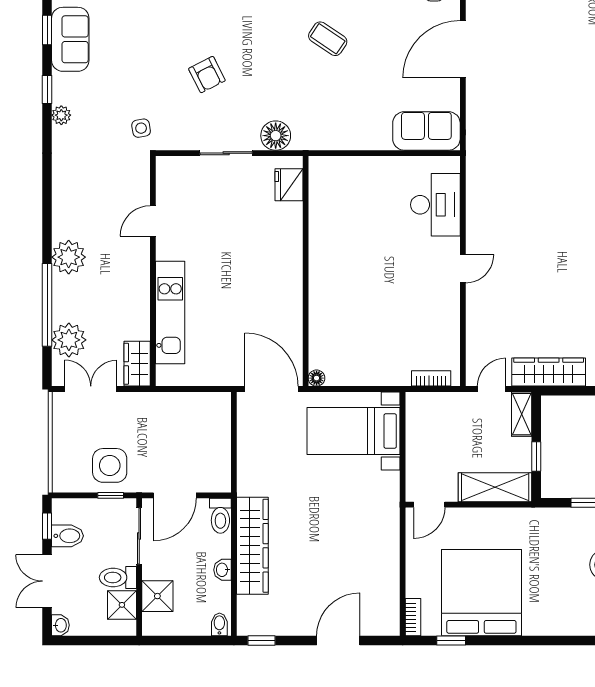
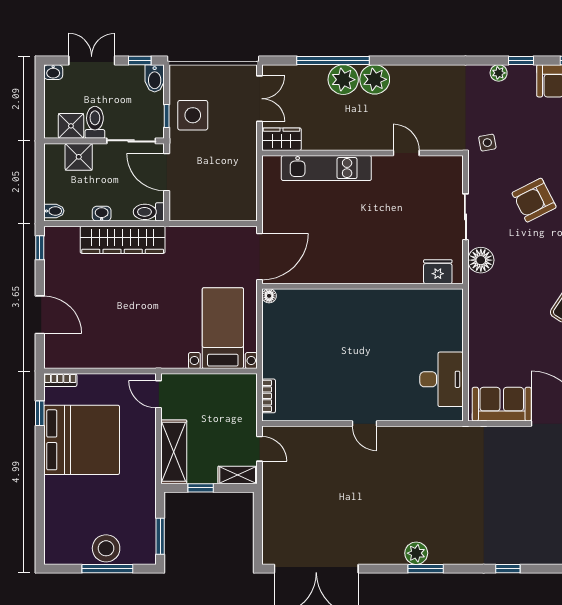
armchair: (207, 75) -> (534, 200), width x1.38, depth x1.38
sofa: (426, 131) -> (502, 404), moved, turned -90
desk: (435, 205) -> (442, 379), moved, turned -90
plant: (69, 340) -> (343, 80), moved
wardrobe: (549, 372) -> (274, 499), removed
bidet: (67, 536) -> (155, 78), moved

